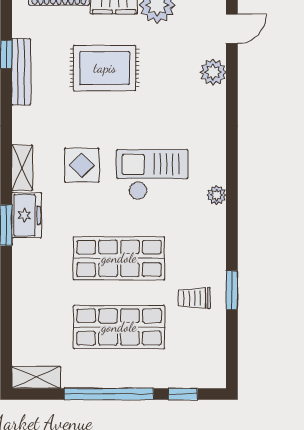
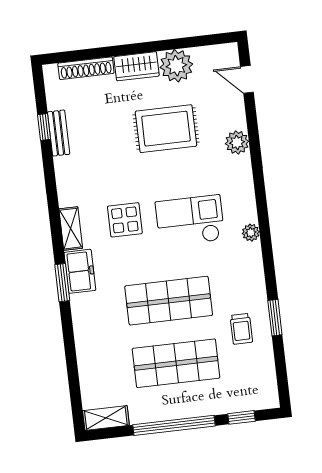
door: (232, 29) -> (247, 79), swing flipped
rug: (105, 68) -> (166, 129), moved
bench: (21, 72) -> (59, 133), width x0.73
plant: (213, 72) -> (237, 142), moved
trolley: (194, 298) -> (241, 329), turned -90

